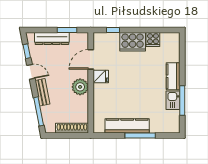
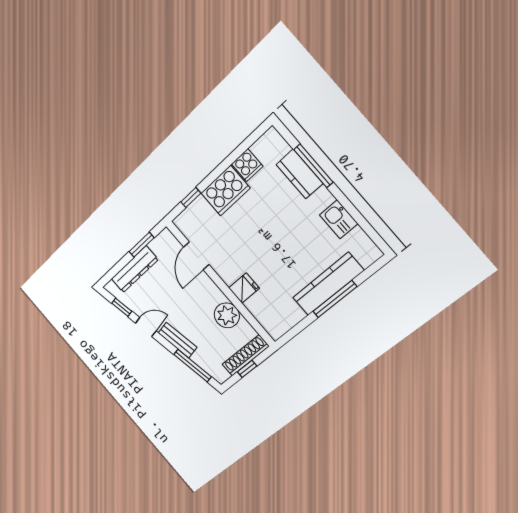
kitchen counter: (173, 76) -> (300, 174), moved
fridge: (101, 77) -> (244, 288), moved
plant: (80, 87) -> (227, 315), moved
window: (182, 100) -> (313, 166), moved
kitchen counter: (127, 126) -> (328, 284), moved
window: (67, 136) -> (247, 369), added

